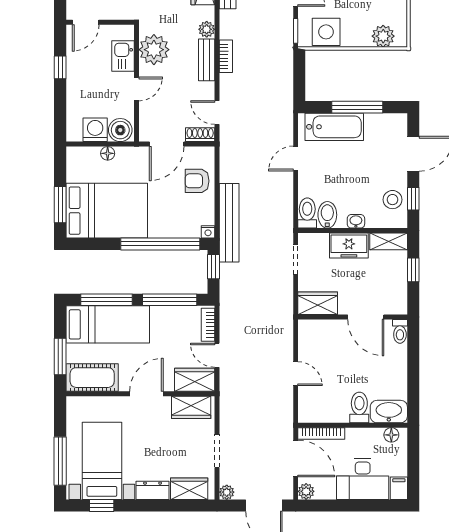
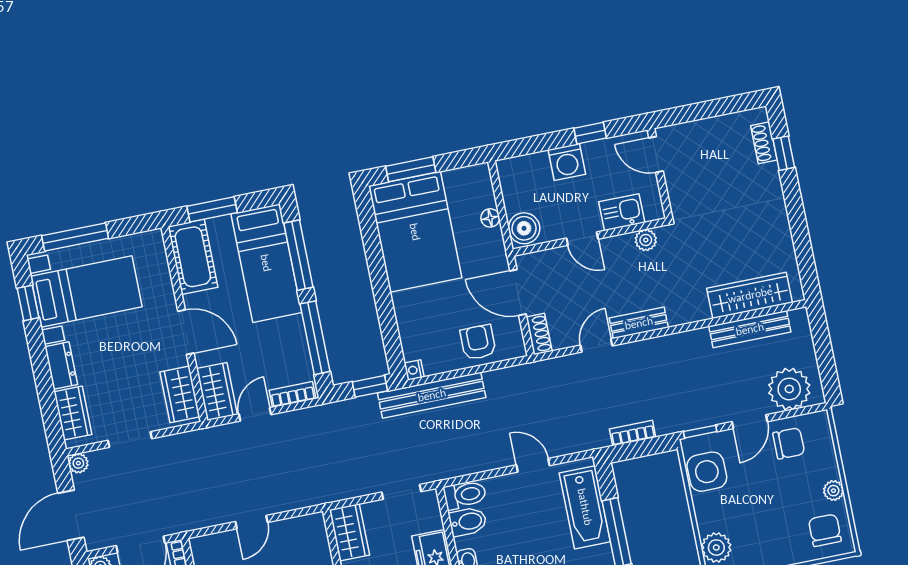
plant: (207, 29) -> (679, 315), removed
plant: (154, 50) -> (646, 240), width x0.53, depth x0.53
bookcase: (226, 56) -> (633, 433), moved, turned 180
door: (217, 113) -> (596, 345), moved
washing machine: (95, 130) -> (567, 162), moved, turned 90
window: (160, 244) -> (386, 311), removed

